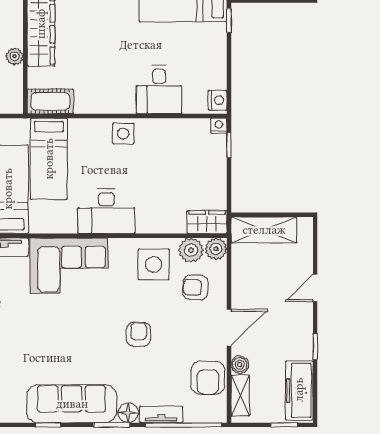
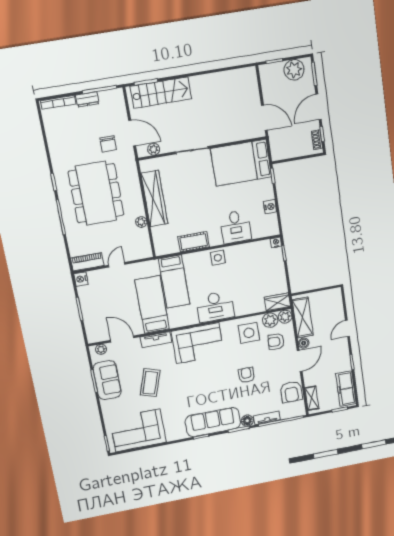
nightstand: (218, 100) -> (270, 207), moved
cot: (50, 101) -> (194, 242), moved
shelving: (264, 230) -> (303, 317), moved, turned 90
boiler: (240, 365) -> (304, 343), moved

